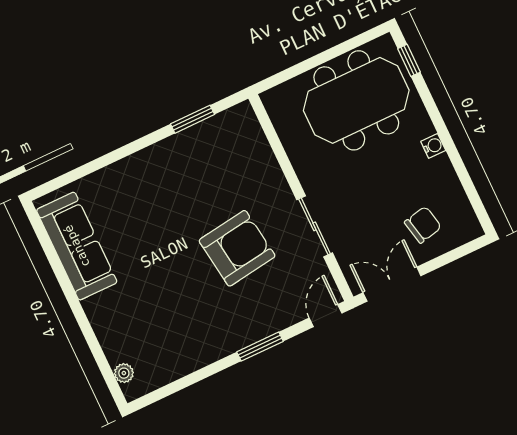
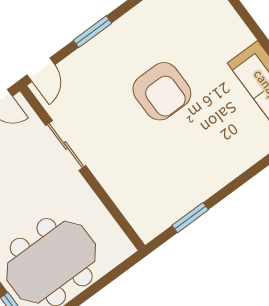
armchair: (237, 248) -> (162, 91), moved, turned -82

